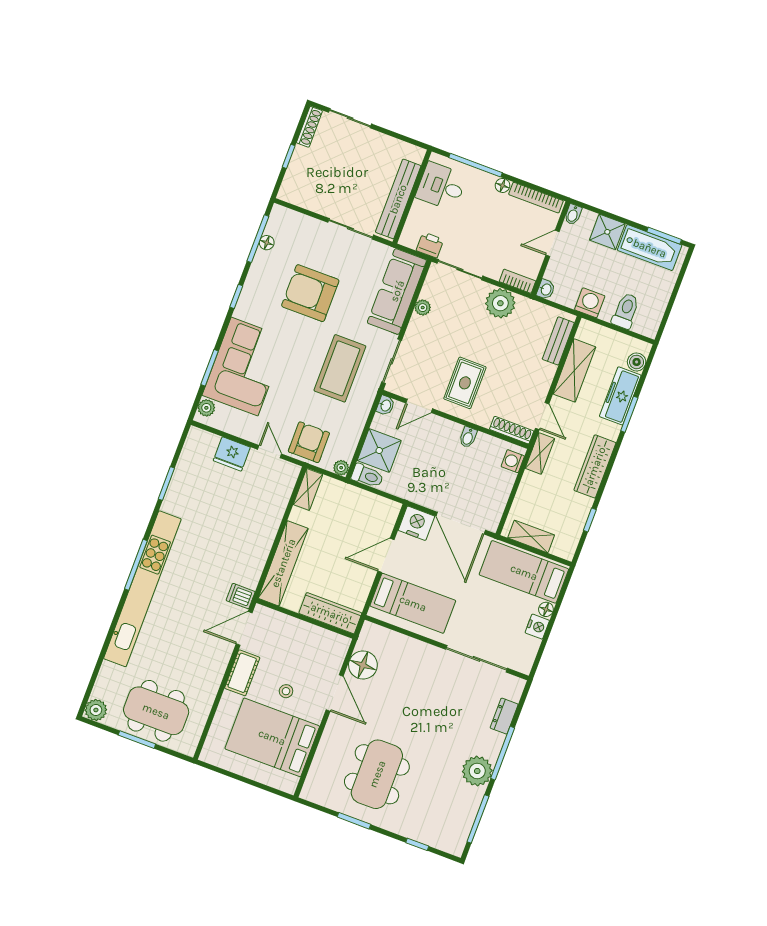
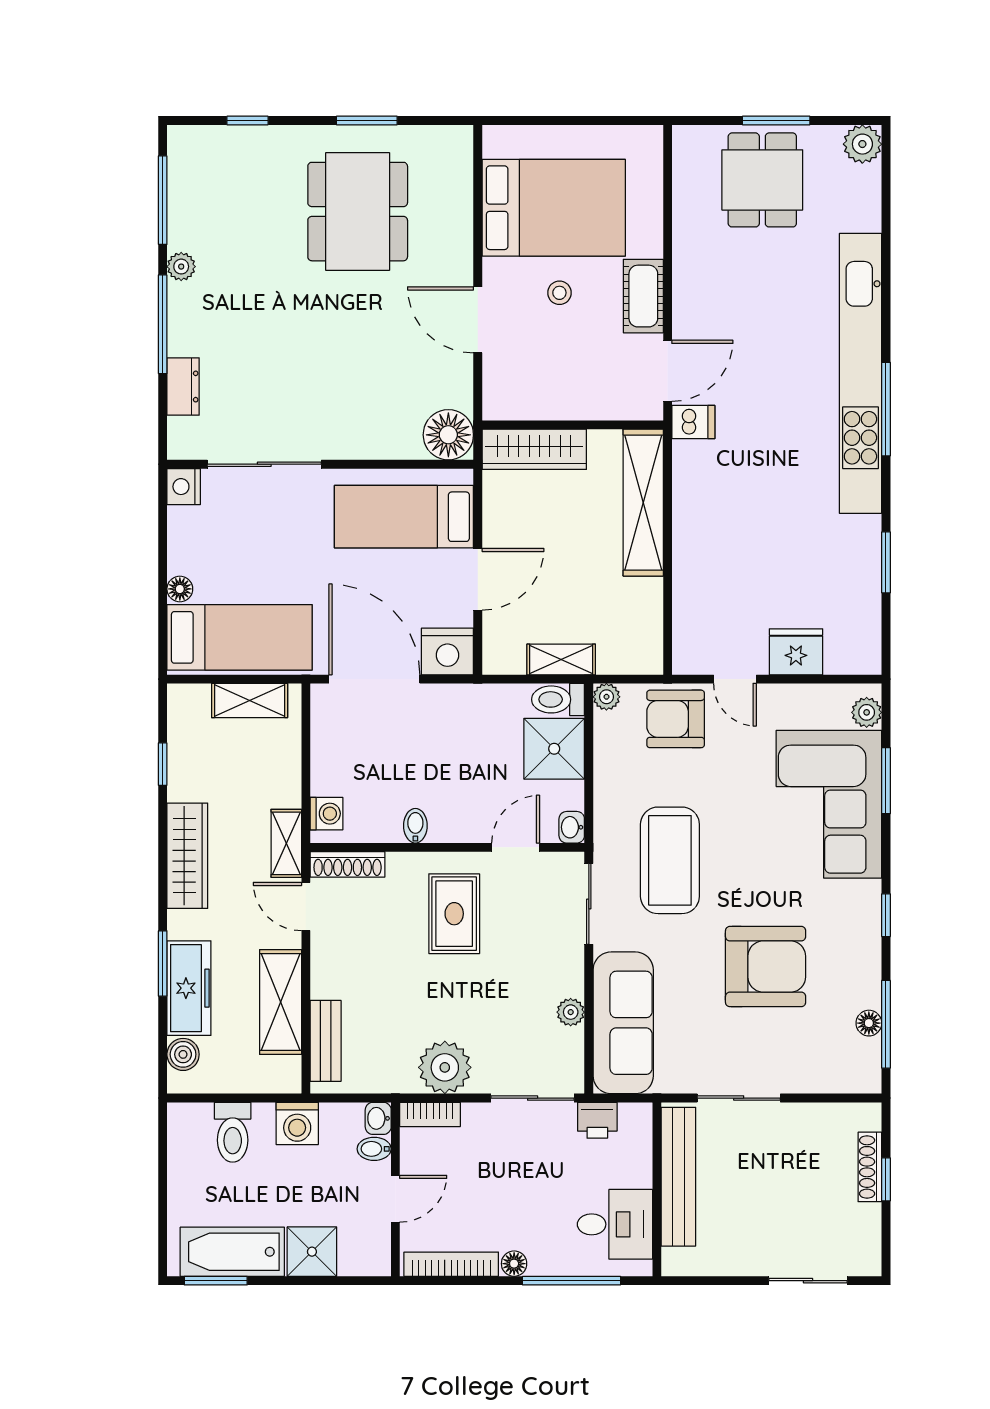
shoe rack: (309, 127) -> (870, 1167), moved
bidet: (573, 214) -> (374, 1149), moved, turned -90
armchair: (309, 442) -> (676, 719), turned 90
shelving: (308, 489) -> (561, 659), moved, turned 90
nightstand: (537, 627) -> (184, 487), moved
floor lamp: (363, 665) -> (448, 435), moved
dining table: (156, 711) -> (762, 180), width x0.73
plant: (477, 771) -> (181, 267), width x0.53, depth x0.53

